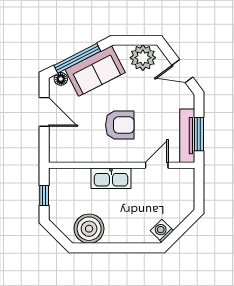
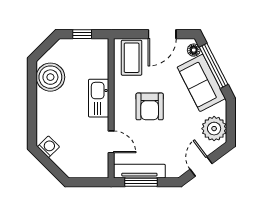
coffee table: (69, 144) -> (132, 58), added

